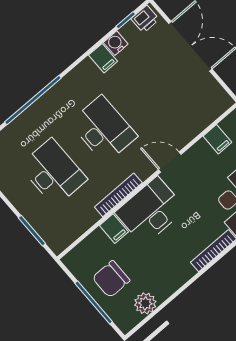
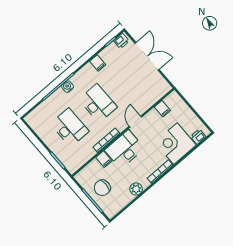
water cooler: (116, 43) -> (68, 87), moved
door: (170, 162) -> (135, 122), hinge flipped
plant: (145, 303) -> (136, 189), moved

